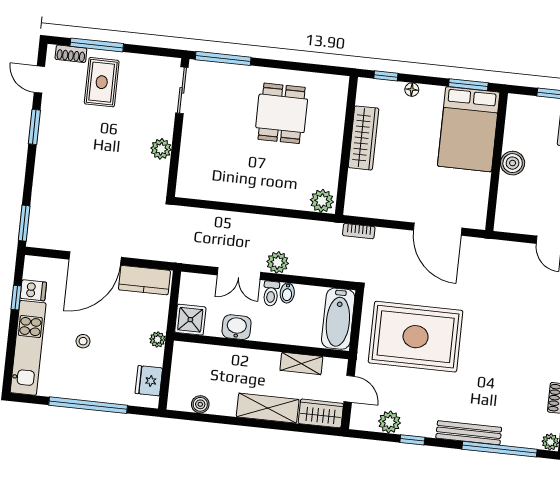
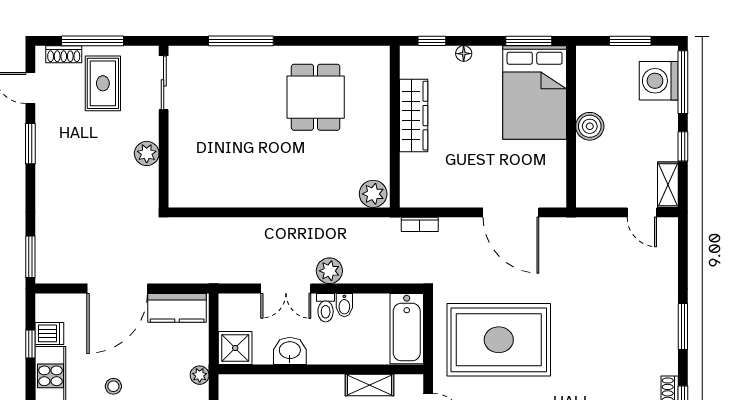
sliding door: (182, 90) -> (164, 83), moved
wall: (178, 128) -> (164, 127), moved
plant: (161, 149) -> (147, 153), moved

